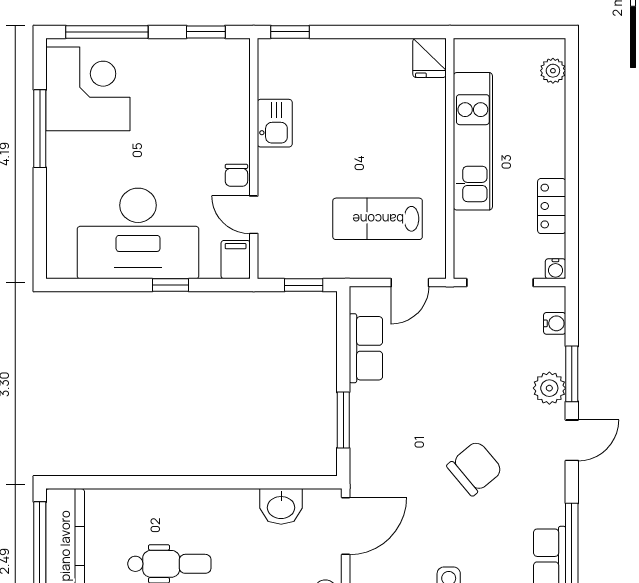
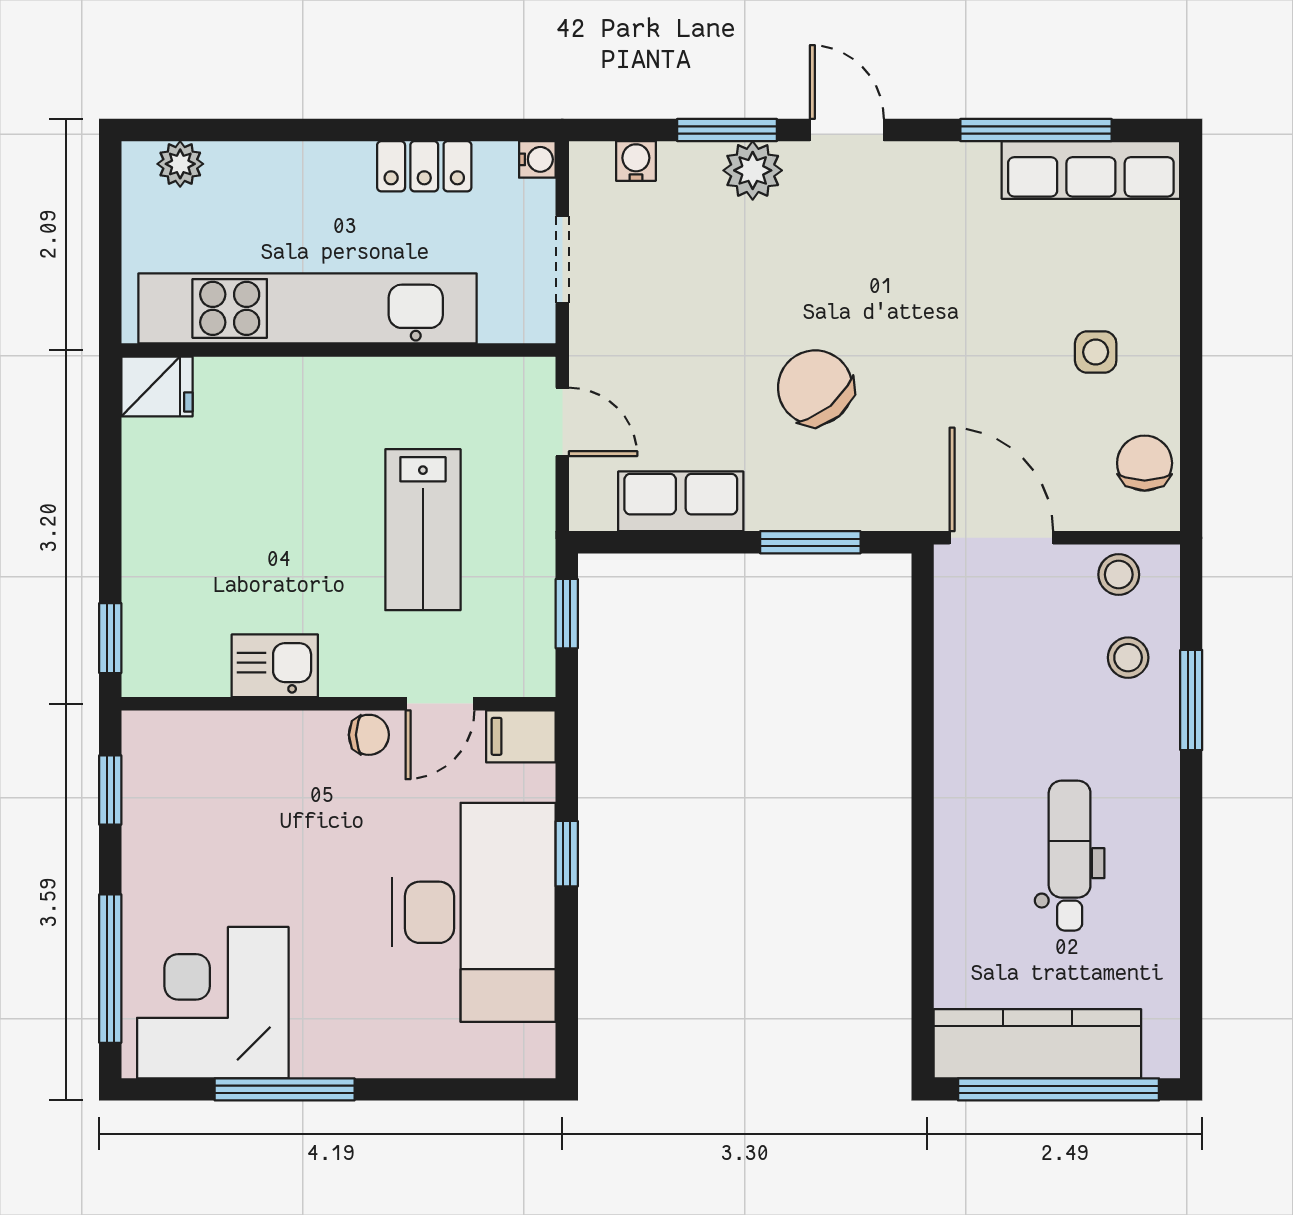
kitchen unit: (473, 141) -> (308, 308), width x1.36
lab bench: (378, 219) -> (423, 530), moved
doorway: (500, 283) -> (562, 259), width x0.73
chair: (475, 468) -> (815, 388), moved
washbasin: (281, 506) -> (966, 654), removed

